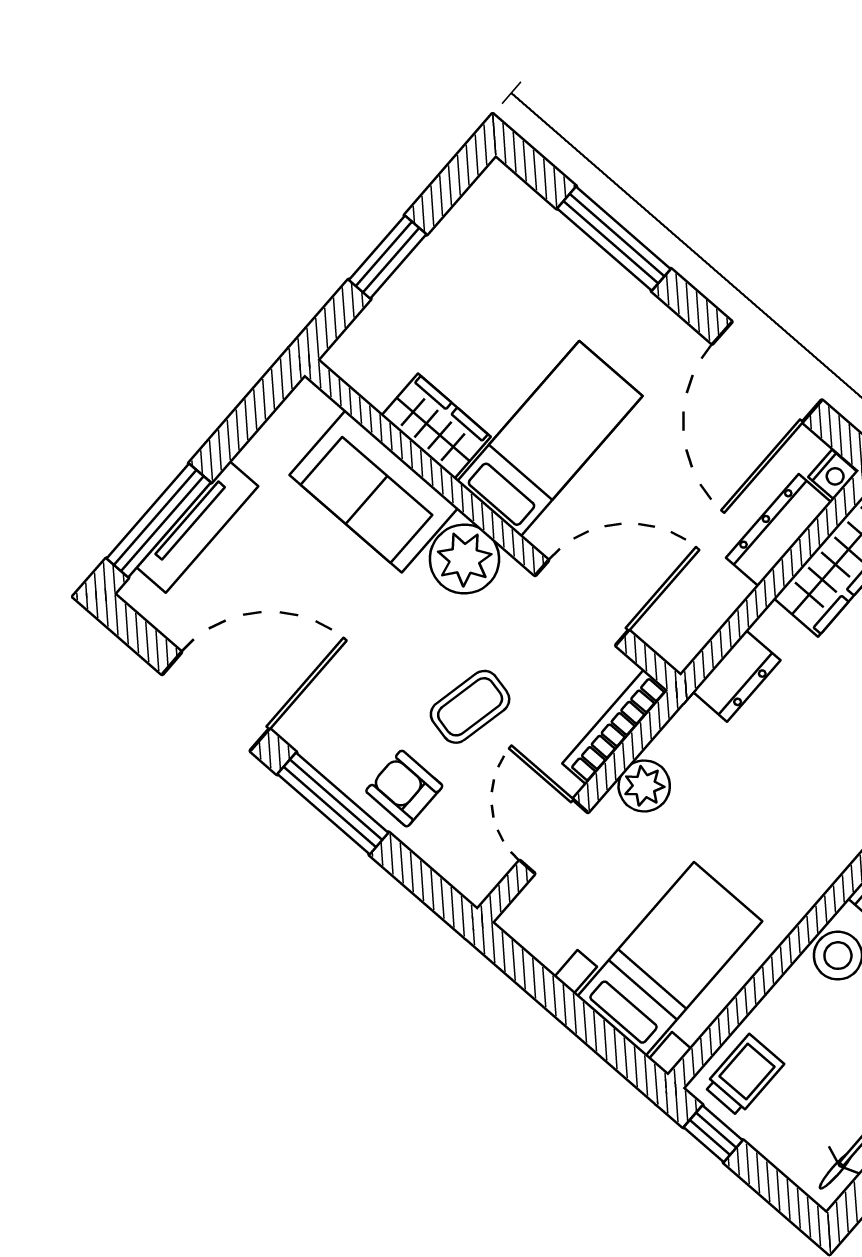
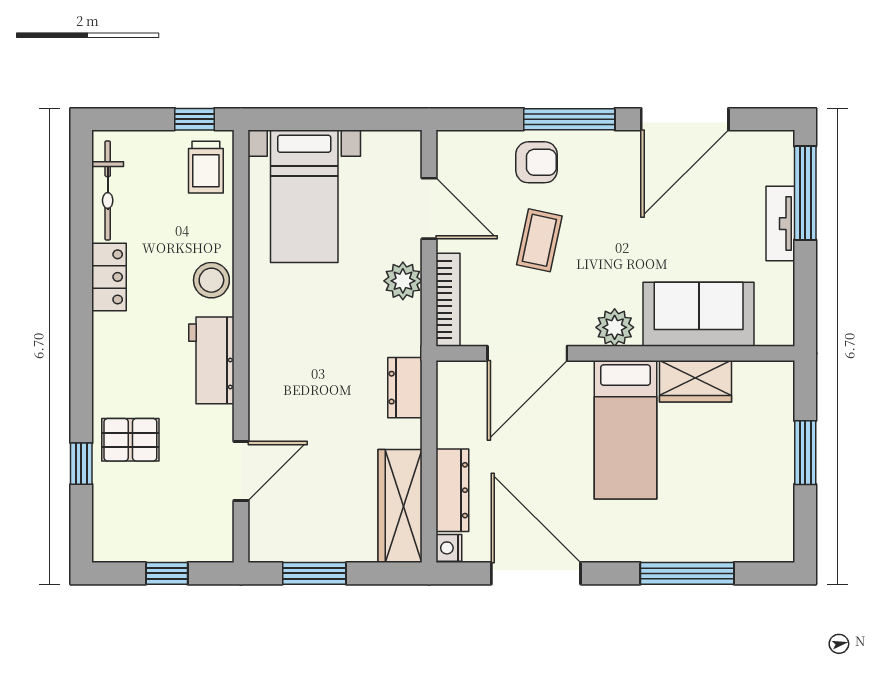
tv unit: (197, 527) -> (780, 224), width x0.71
plant: (464, 559) -> (615, 327), width x0.73, depth x0.73

